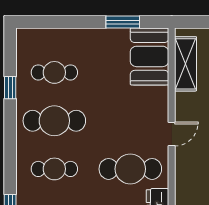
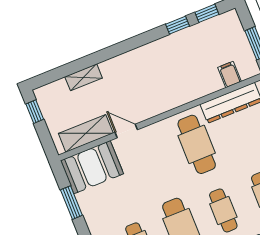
door: (172, 134) -> (126, 131), moved

